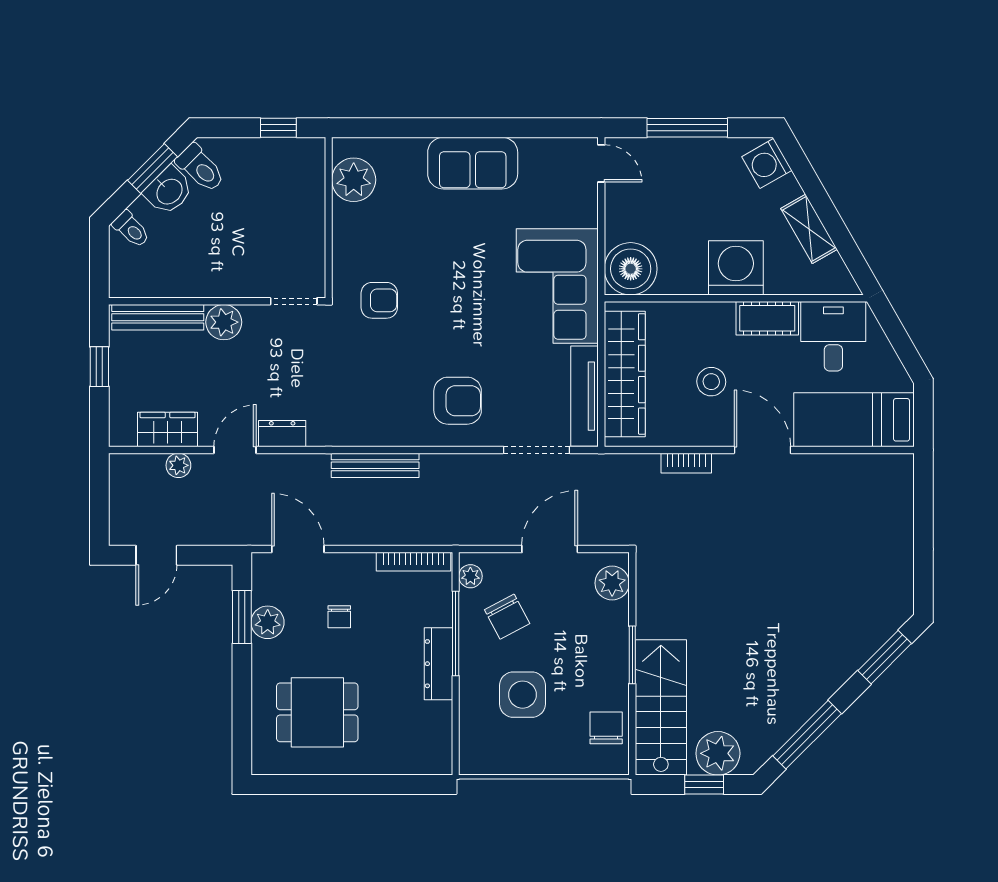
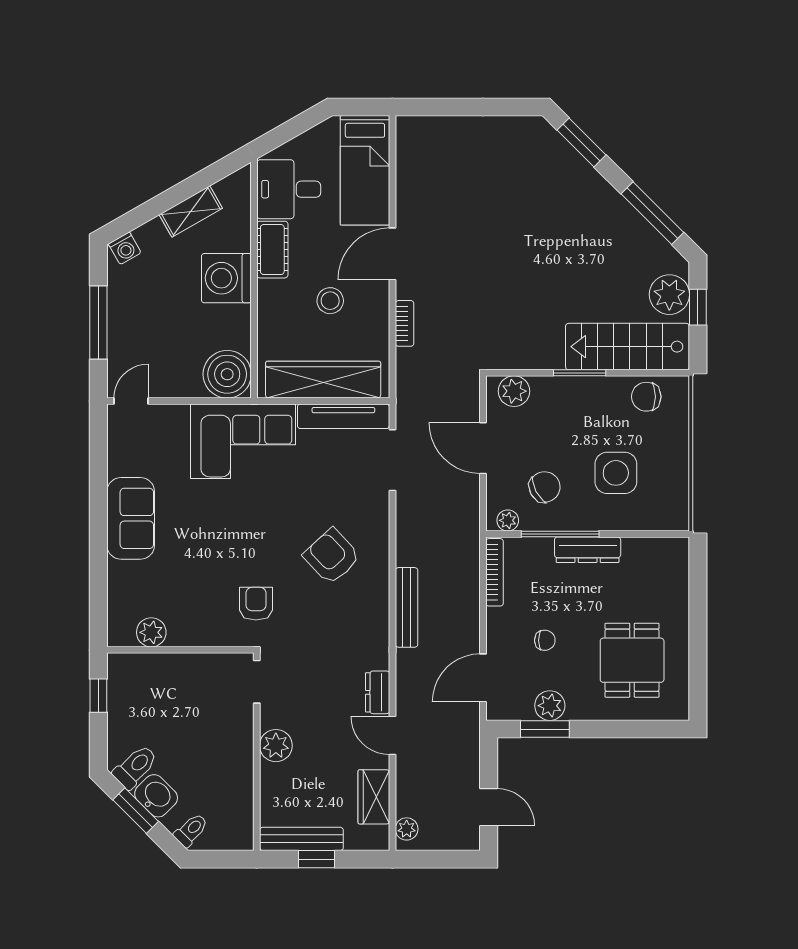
washing machine: (767, 163) -> (125, 248), width x0.73, depth x0.73
plant: (354, 180) -> (151, 632), width x0.73, depth x0.73
bench: (158, 317) -> (301, 839), moved, turned 90
armchair: (458, 401) -> (332, 556), moved, turned -43
plant: (178, 465) -> (407, 829), moved

